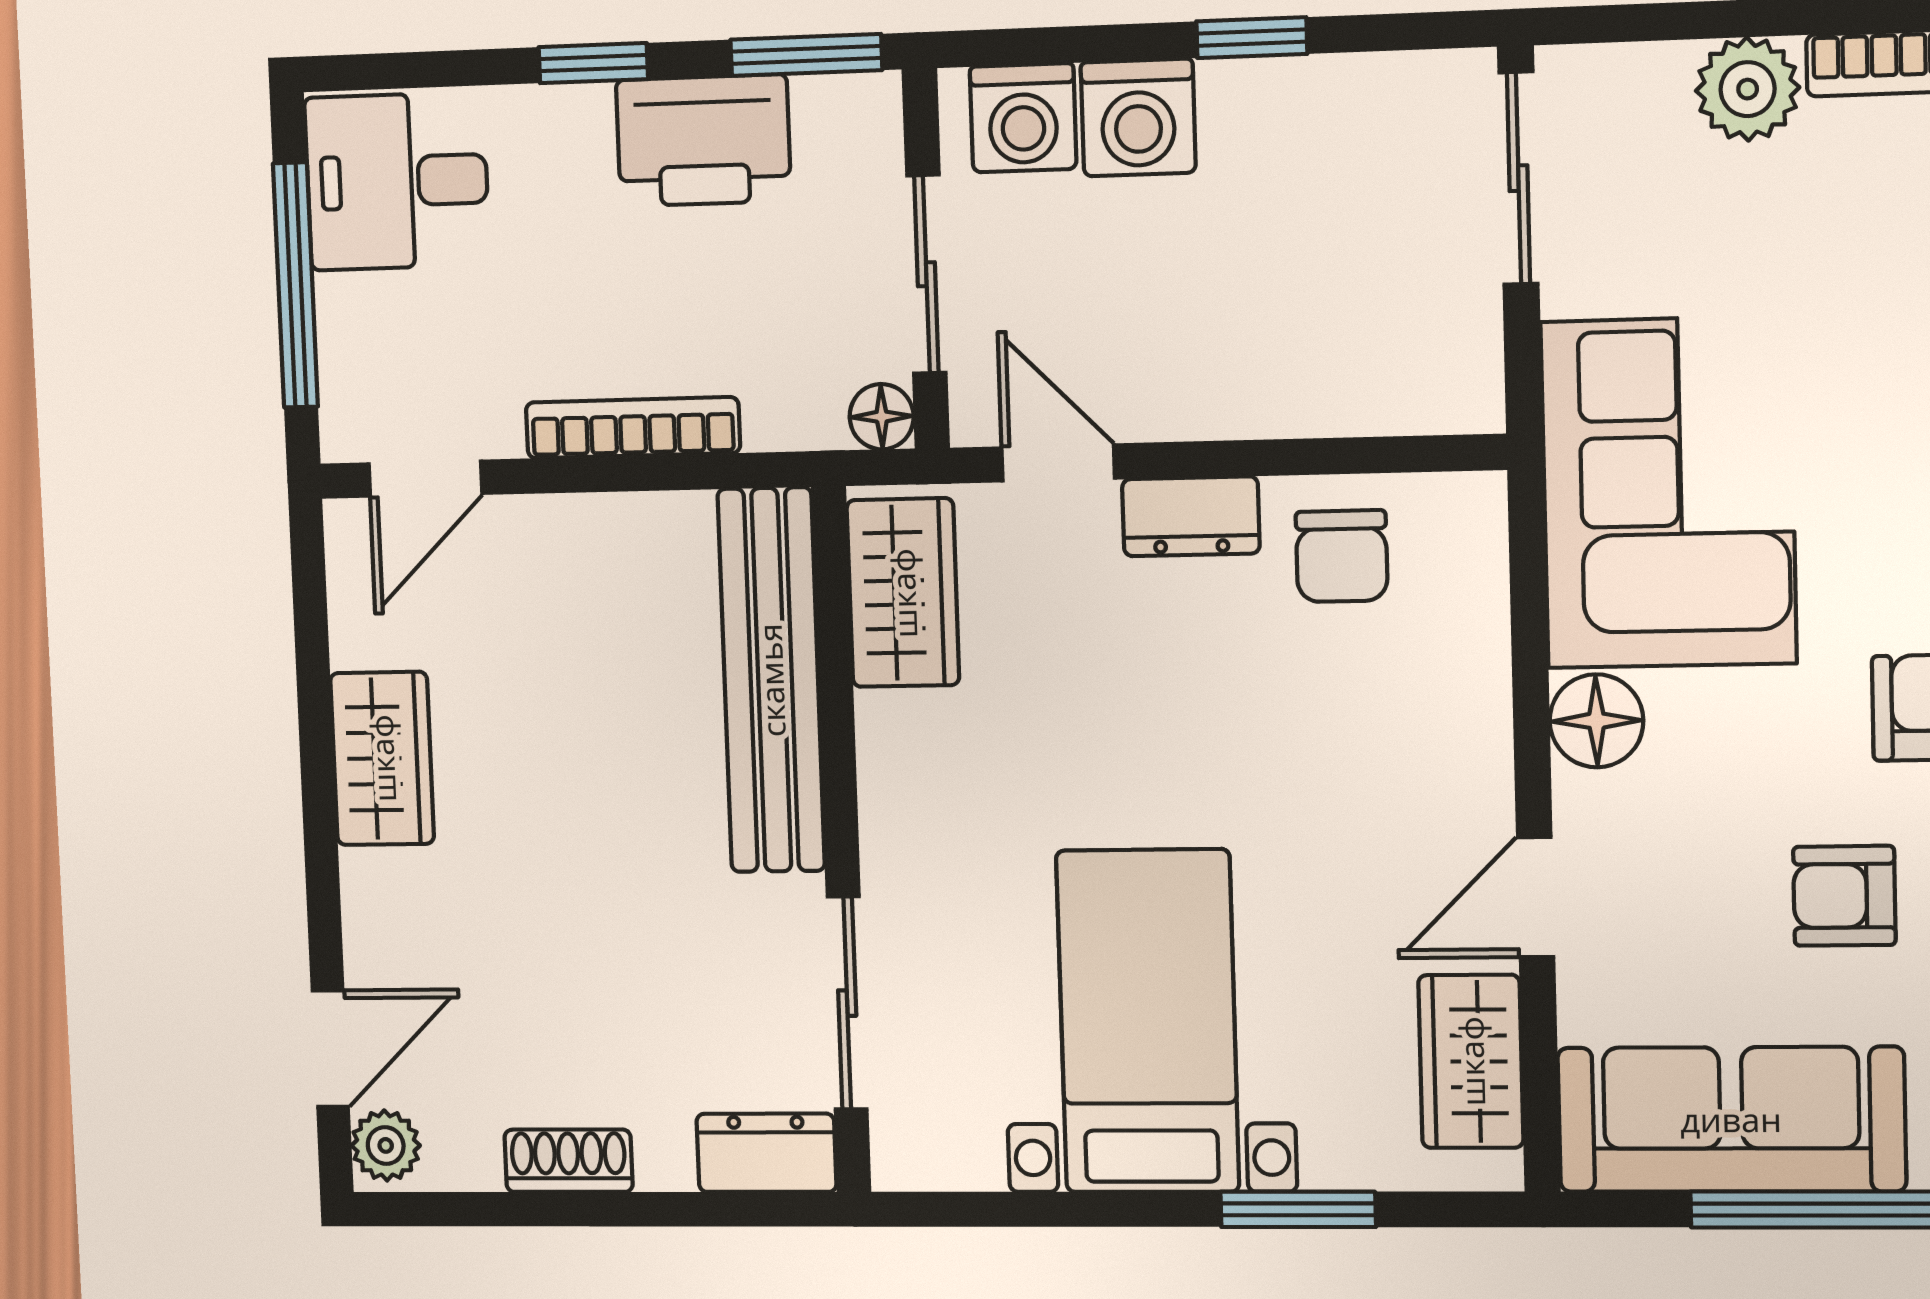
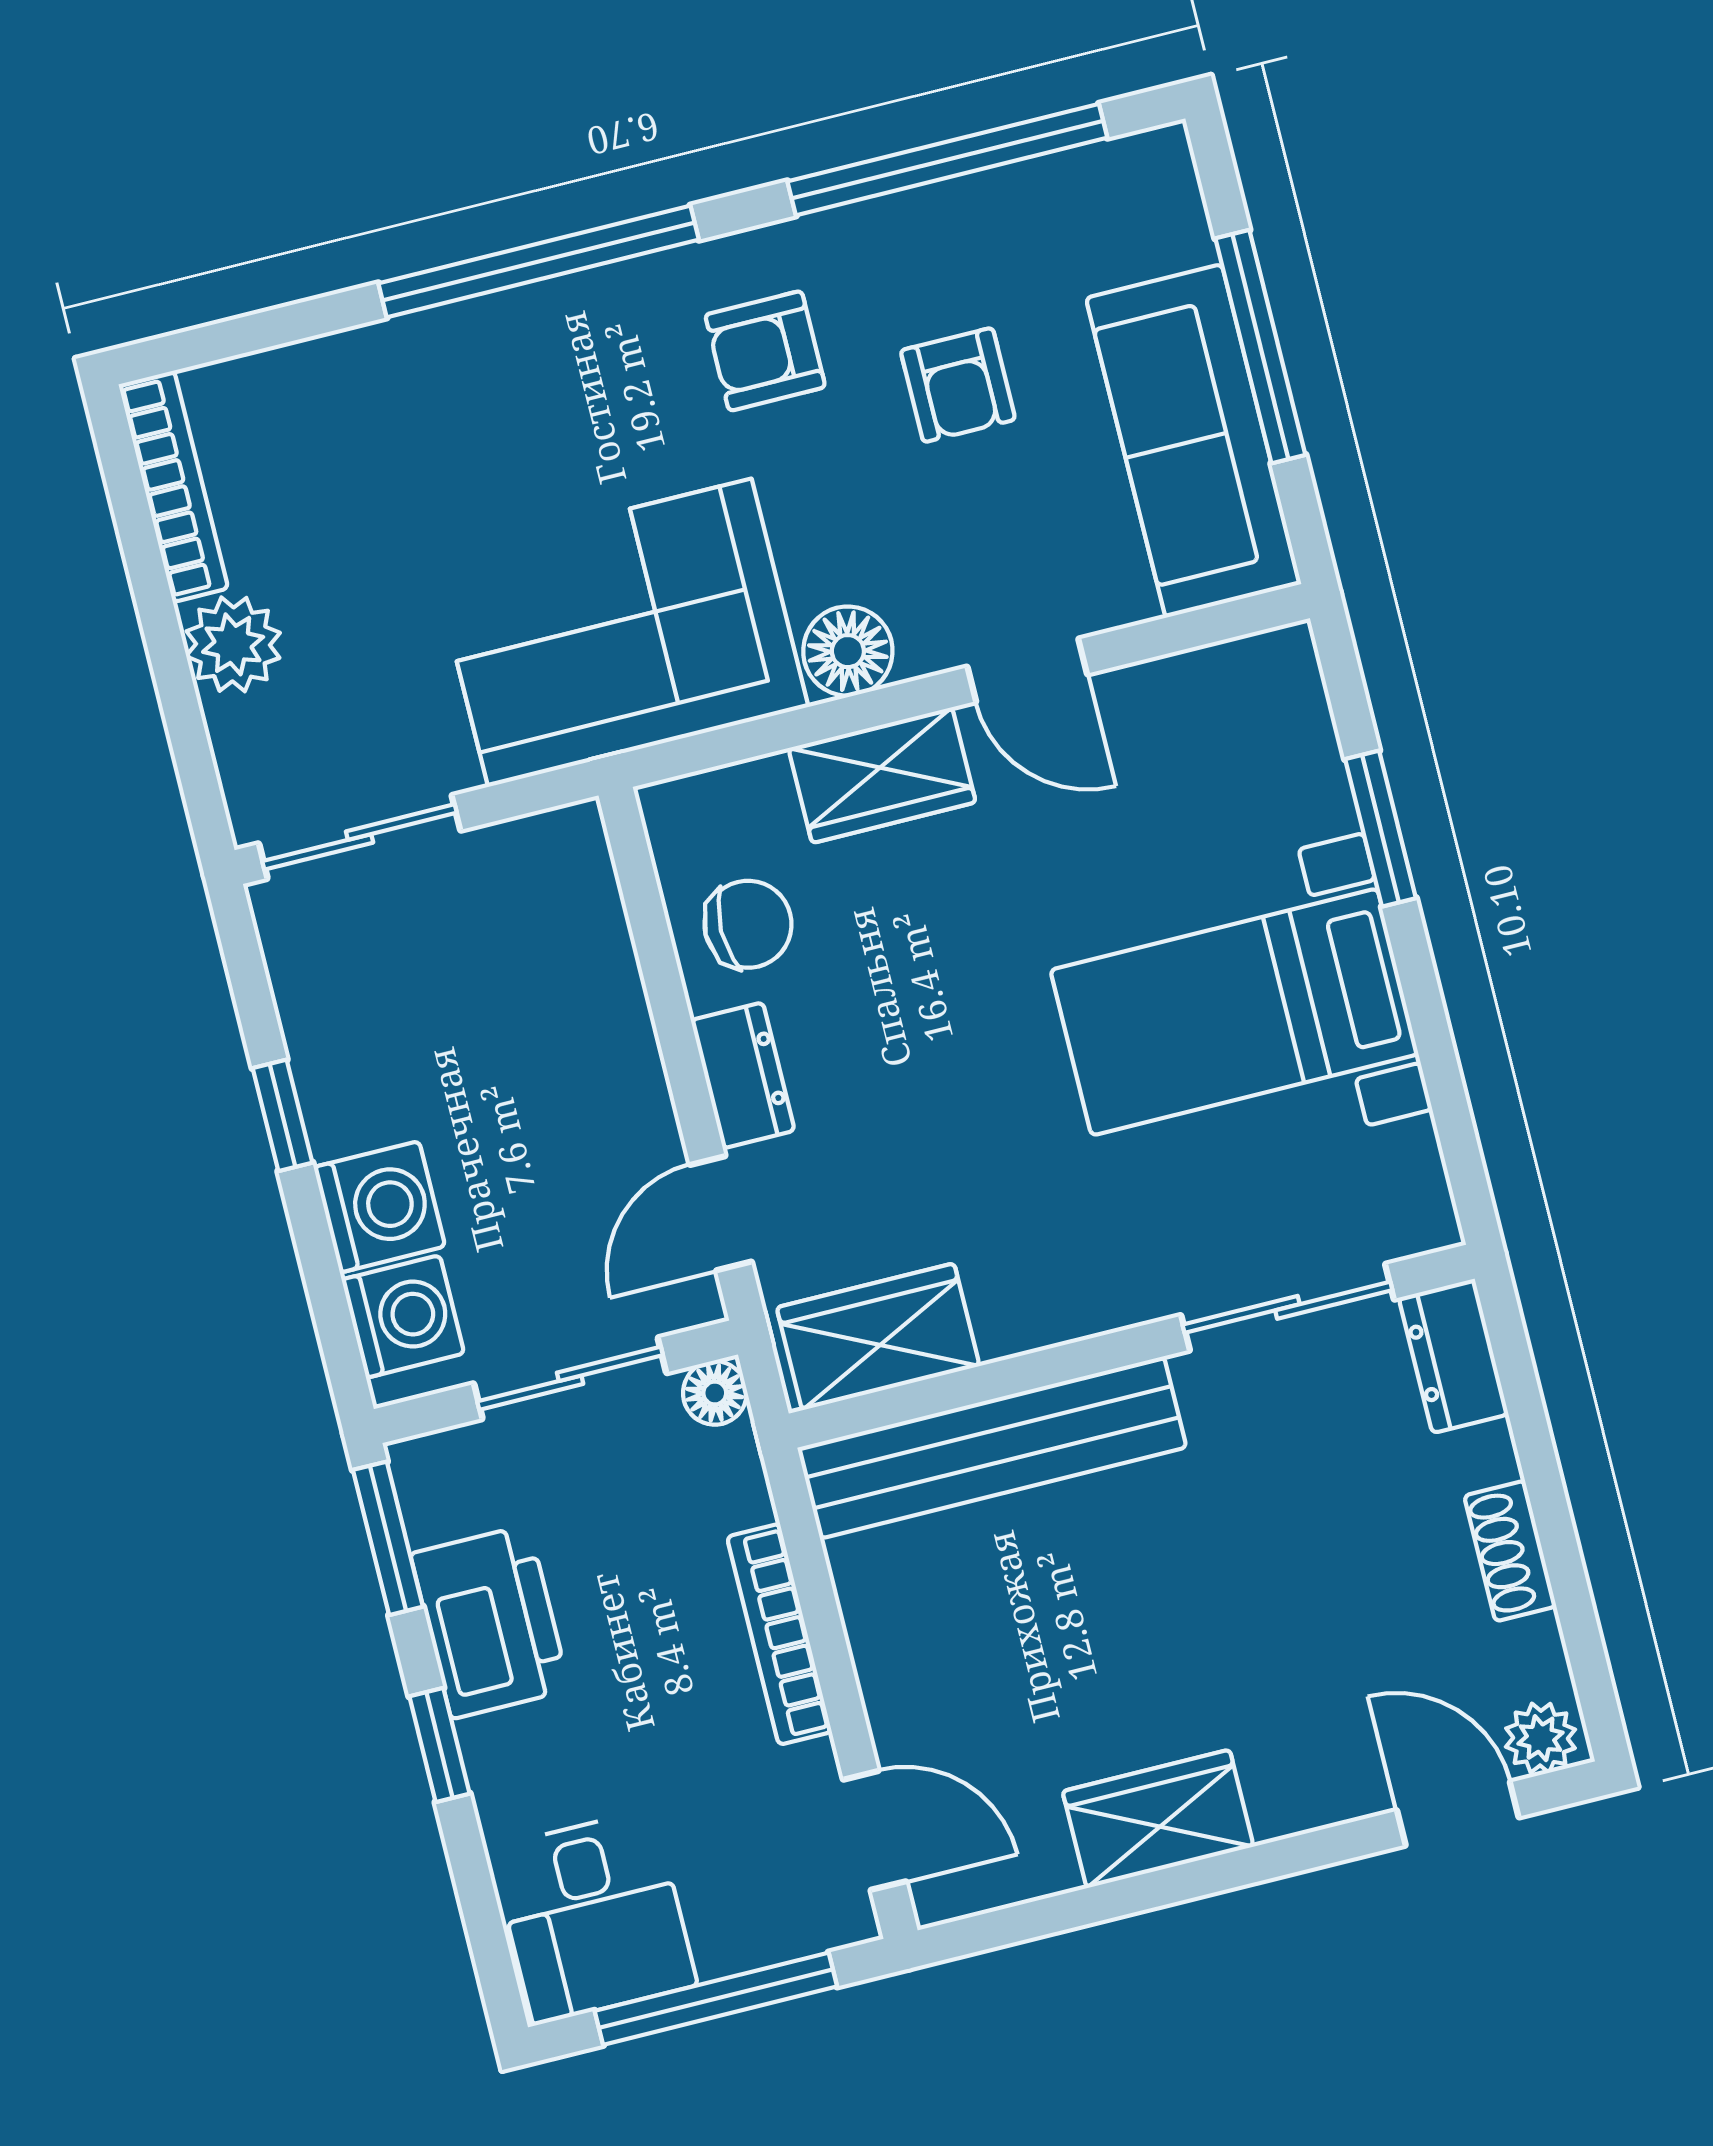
wardrobe: (1471, 1061) -> (882, 775), moved

